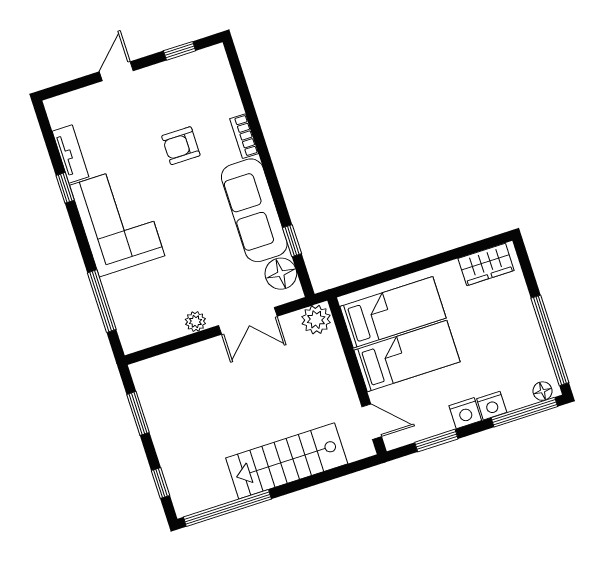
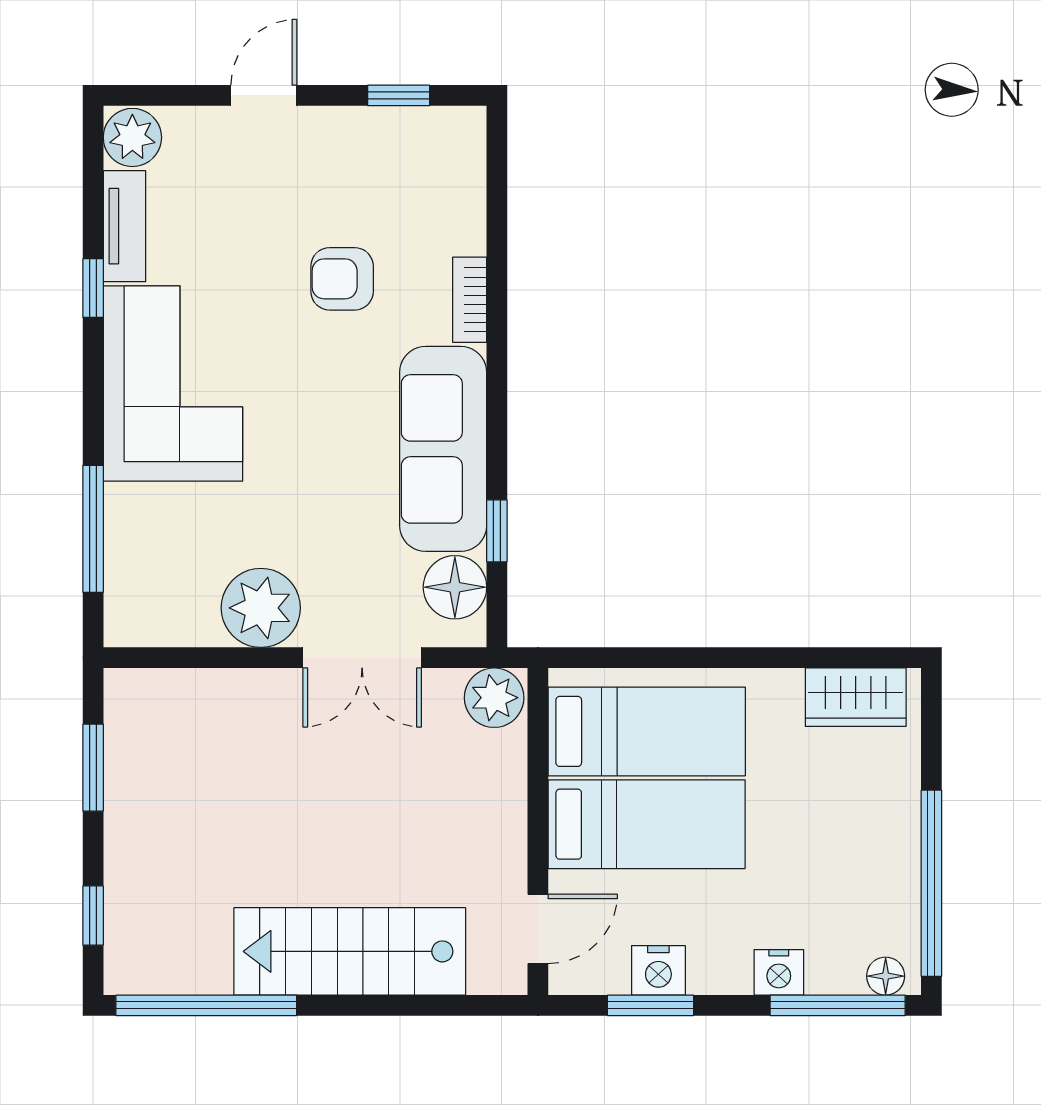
plant: (61, 111) -> (132, 137), added
plant: (195, 322) -> (261, 608), width x1.87, depth x1.87
nightstand: (465, 413) -> (658, 970), moved
door: (372, 422) -> (538, 929), hinge flipped

